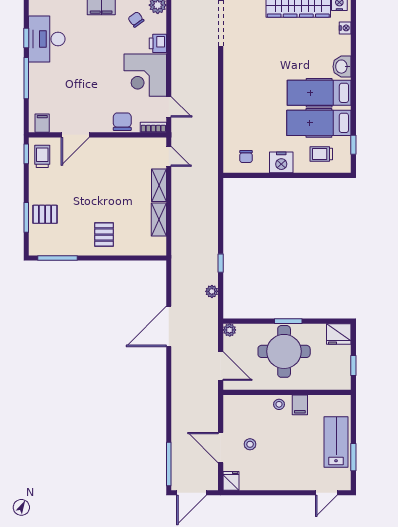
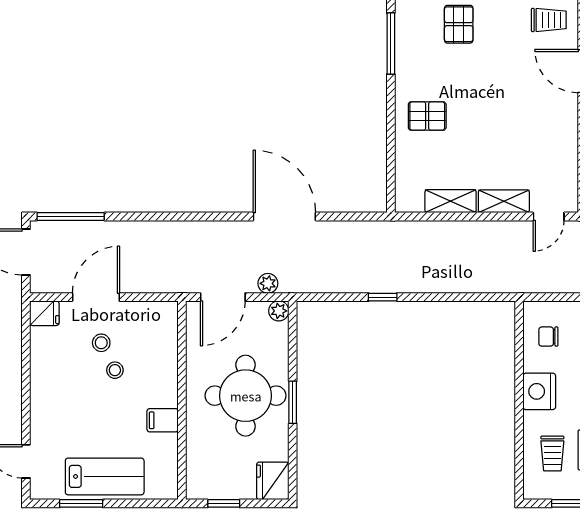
trolley: (321, 154) -> (552, 453), turned 180
plant: (212, 291) -> (268, 283), moved
stool: (279, 404) -> (115, 370), moved

